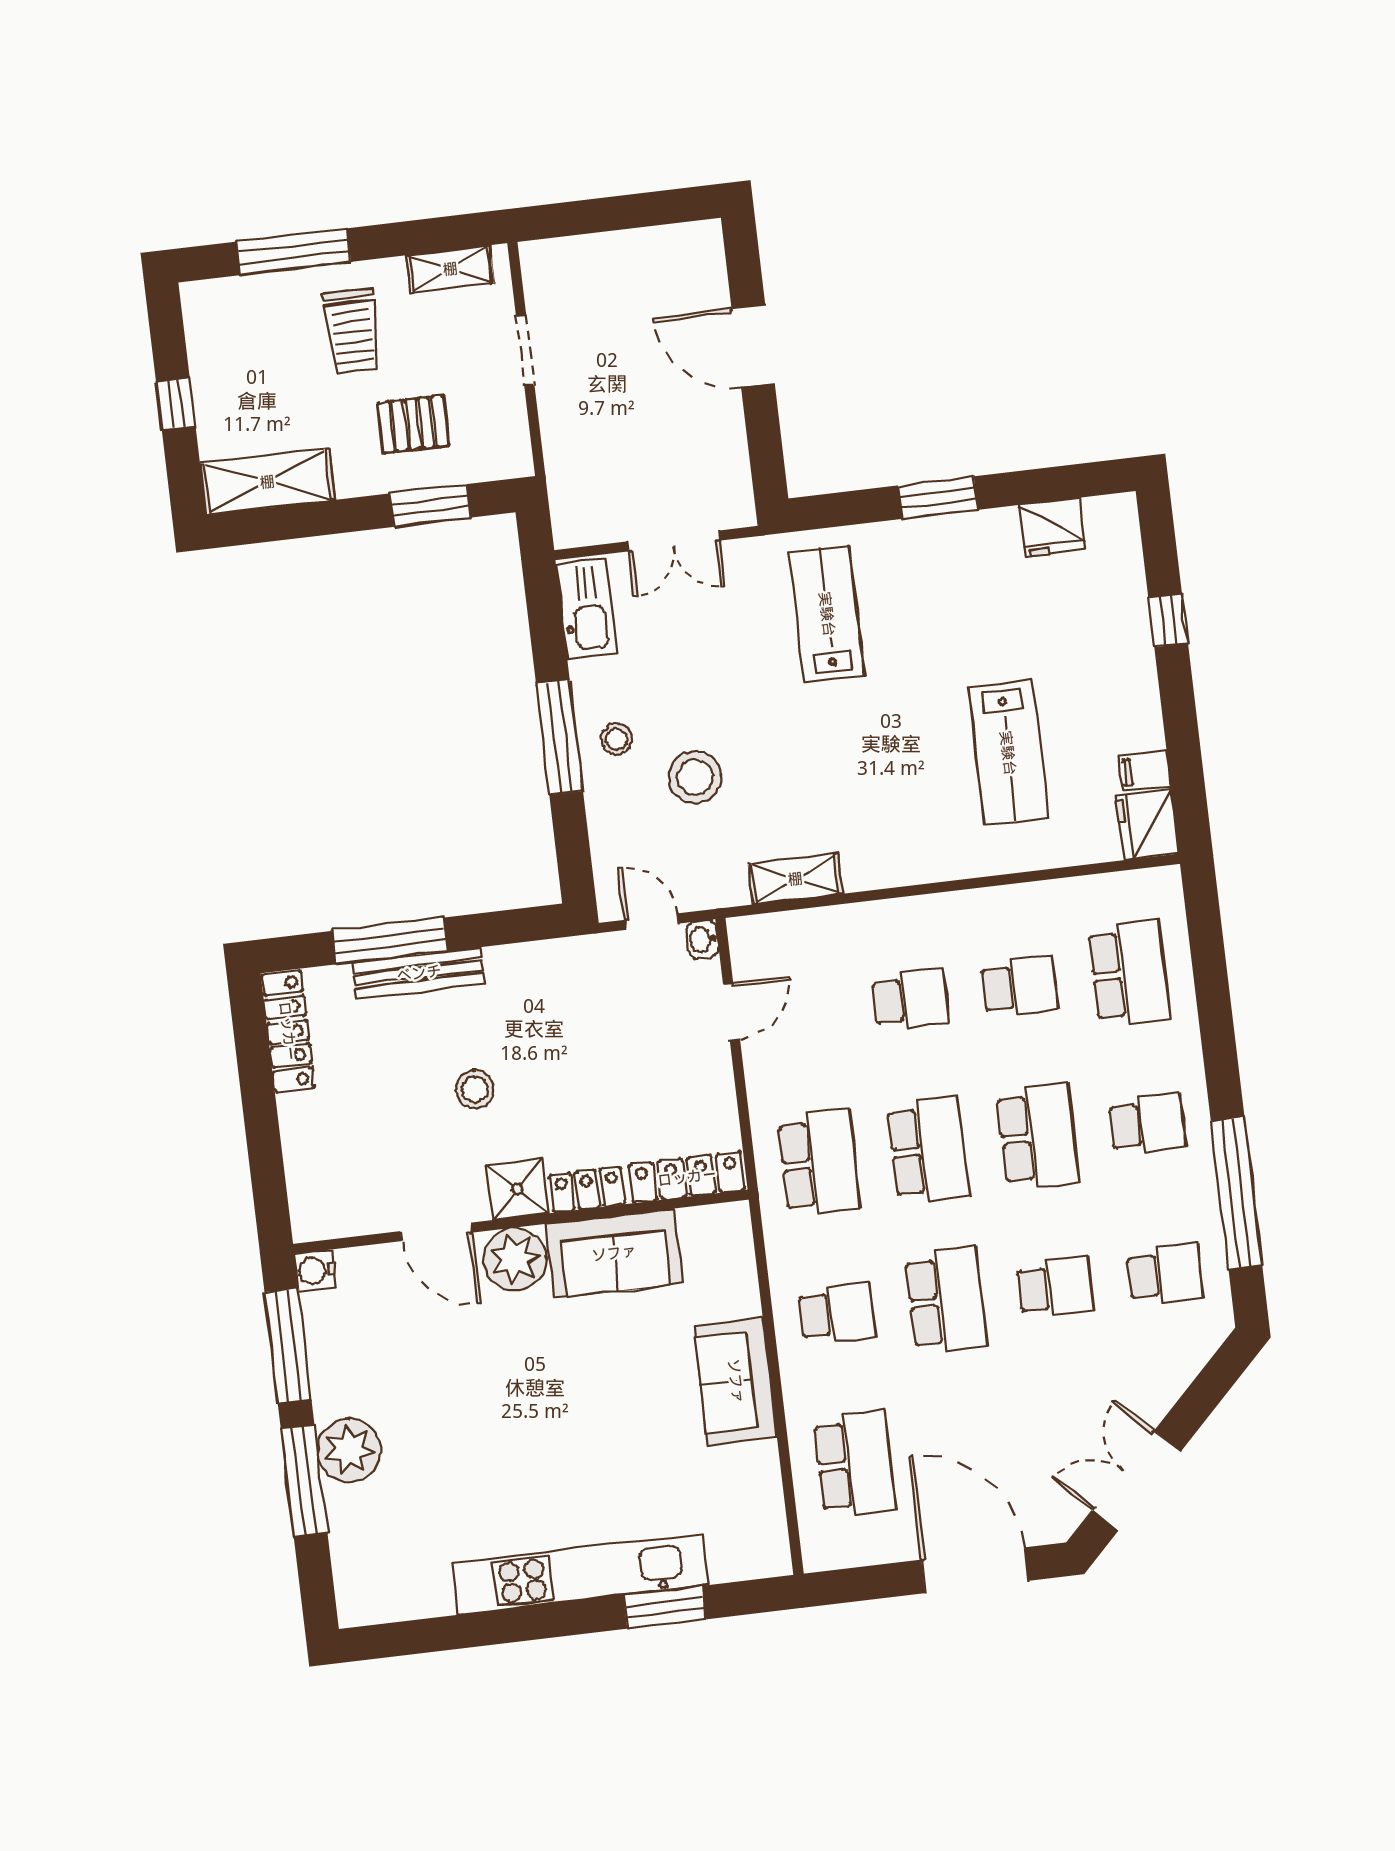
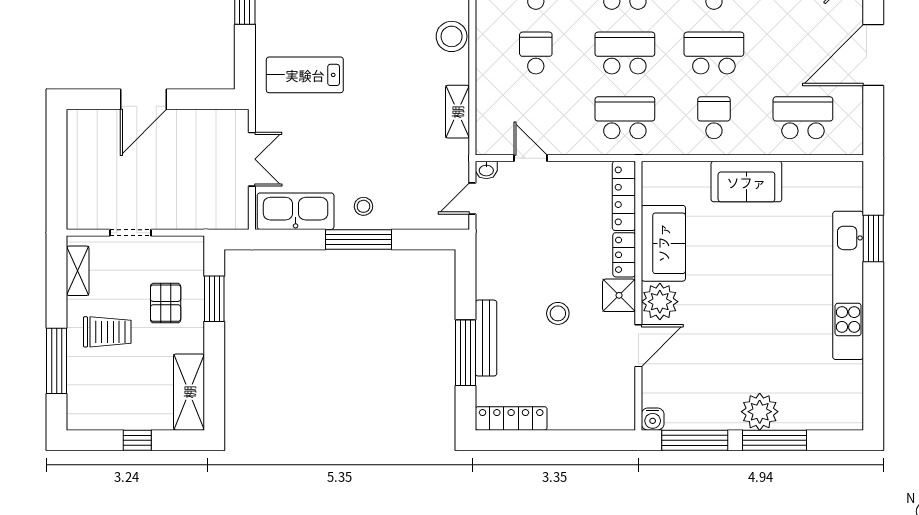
kitchen sink: (586, 609) -> (296, 211), width x1.36, depth x1.24
stool: (695, 777) -> (452, 36), moved

